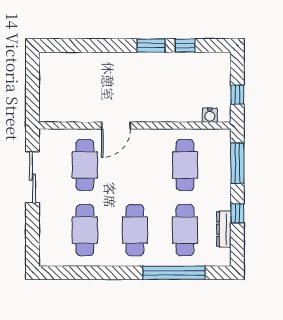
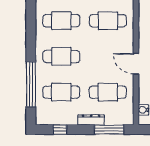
door: (116, 126) -> (136, 64), moved
window: (237, 213) -> (60, 130), moved
dresser: (224, 229) -> (91, 120), moved

